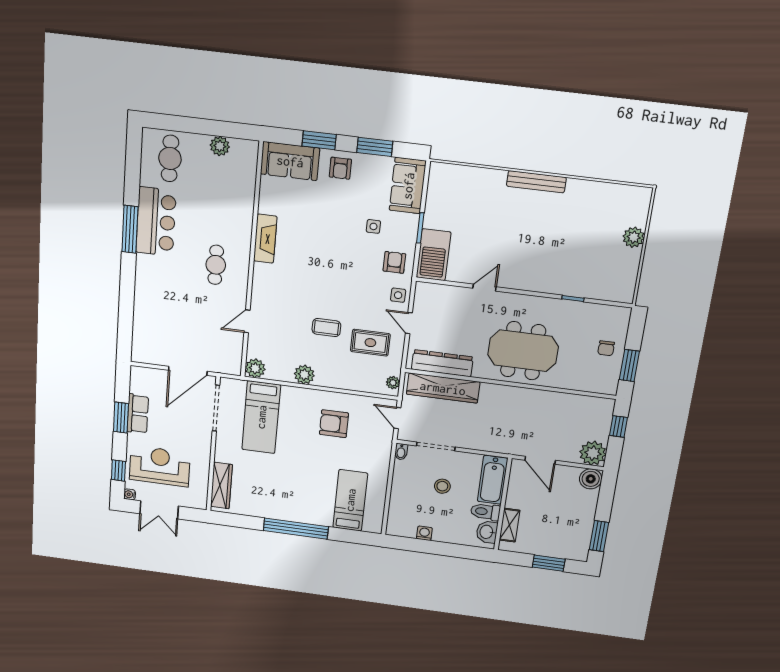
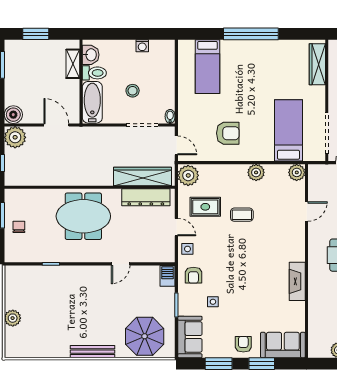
parasol: (466, 193) -> (145, 336), added
barbecue: (434, 255) -> (167, 276), width x0.53, depth x0.65
plant: (393, 383) -> (188, 175), width x1.88, depth x1.88

